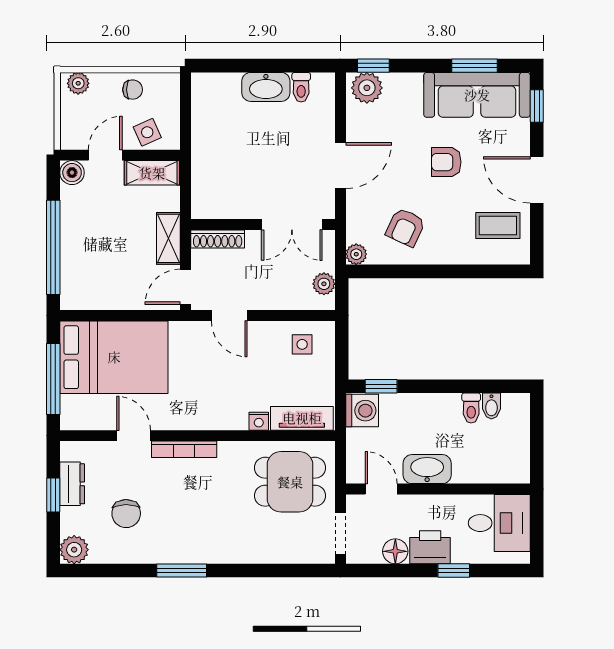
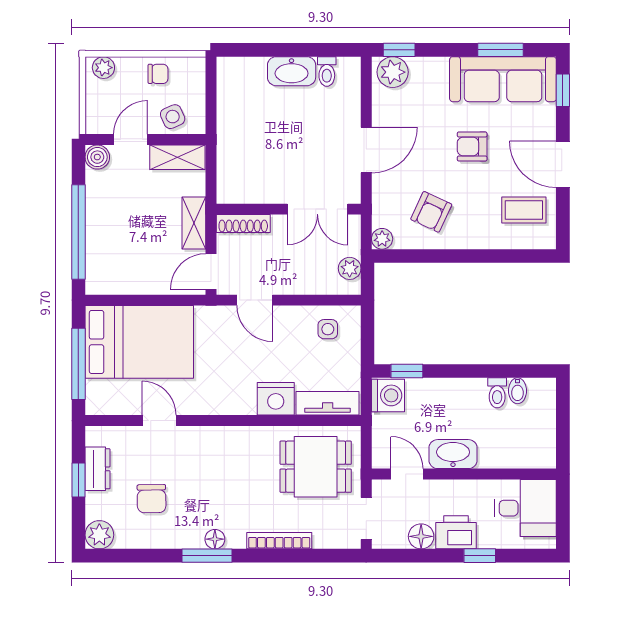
nightstand: (259, 421) -> (276, 399), width x1.89, depth x1.79
bookcase: (184, 449) -> (279, 541), moved, turned 180
floor lamp: (189, 554) -> (215, 539), added

